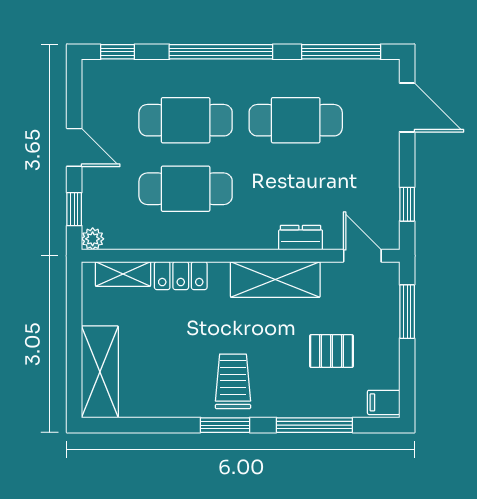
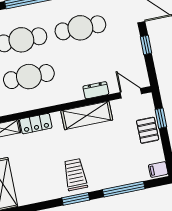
window: (407, 204) -> (146, 45), moved
window: (407, 312) -> (161, 118), width x0.67
pallet: (331, 351) -> (148, 130), moved, turned 90

